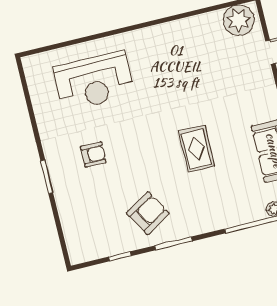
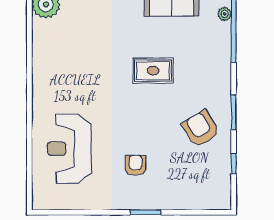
reception desk: (94, 81) -> (69, 149), turned 180

